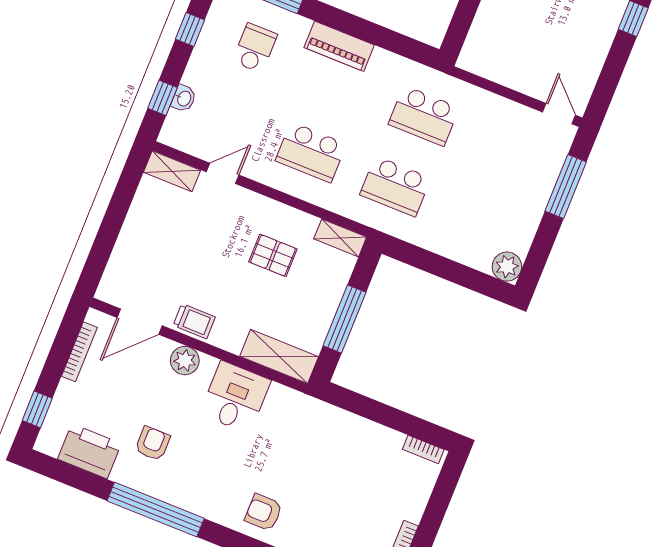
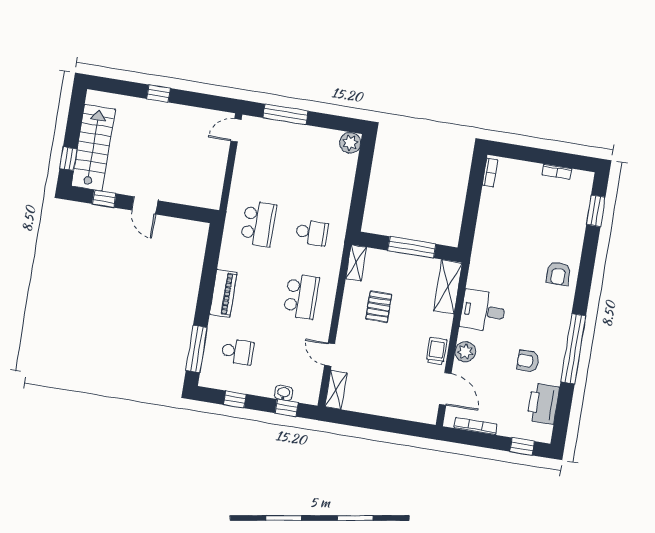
school desk: (255, 48) -> (238, 352), turned 180
school desk: (395, 186) -> (312, 233), width x0.54

